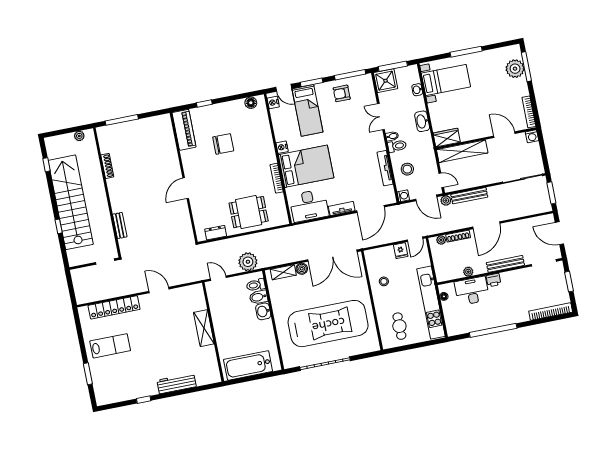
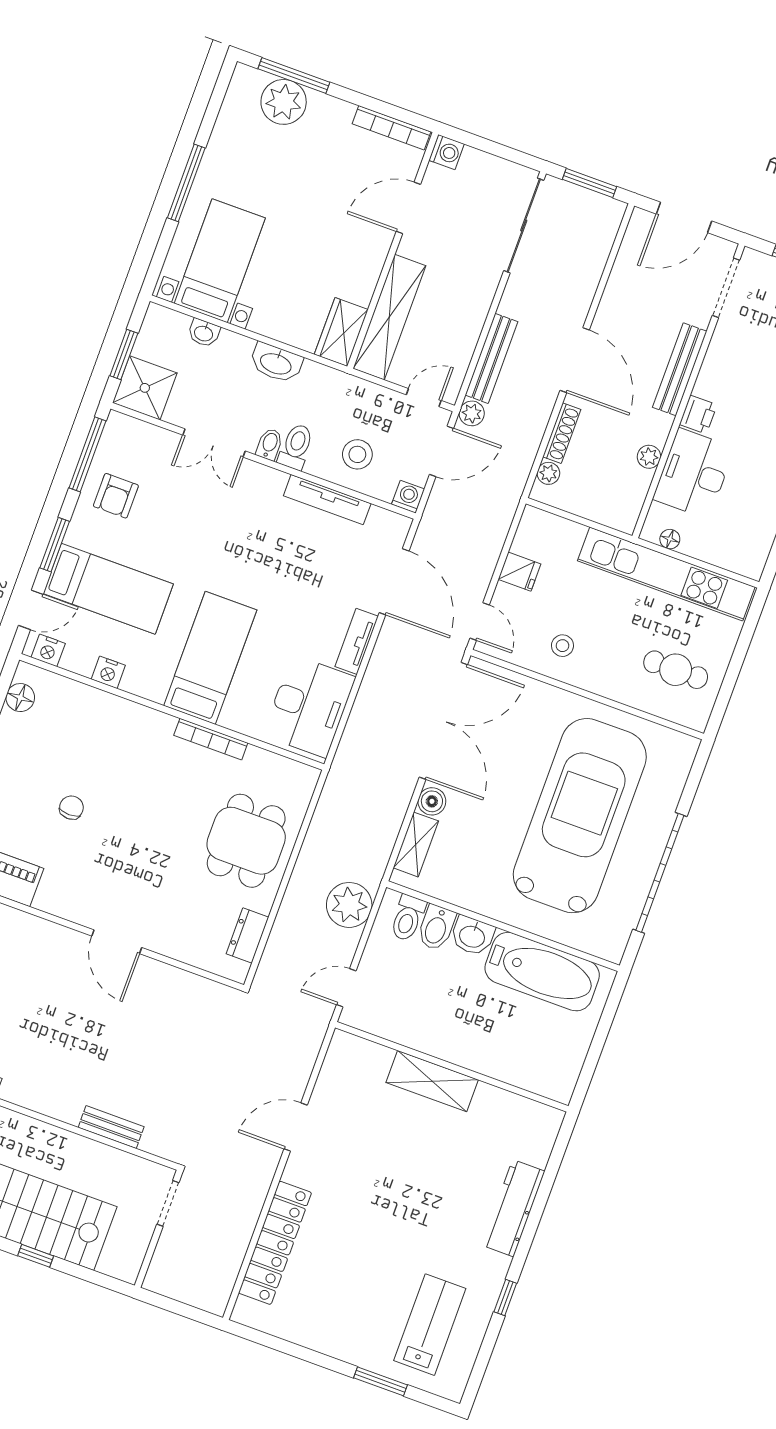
window: (393, 66) -> (124, 354), width x0.69
chair: (223, 144) -> (71, 808), width x0.54, depth x0.54
nightstand: (282, 147) -> (108, 672), moved
bed: (306, 166) -> (210, 658), width x0.67
door: (415, 239) -> (480, 621), moved
lab bench: (110, 346) -> (430, 1325), moved
bathtub: (248, 365) -> (542, 972), moved, turned -90

